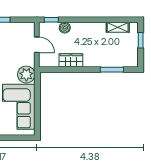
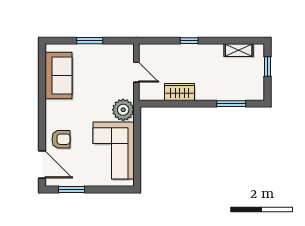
window: (51, 20) -> (189, 41), moved
boiler: (65, 28) -> (172, 51), removed

